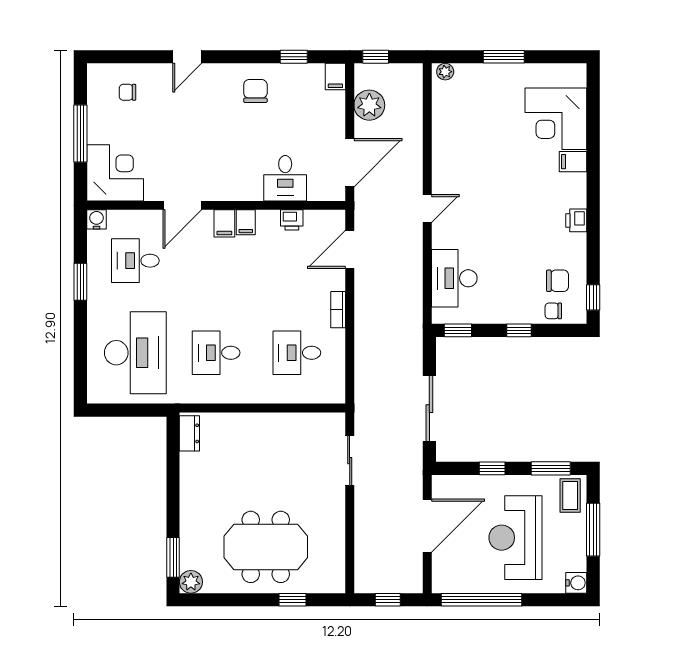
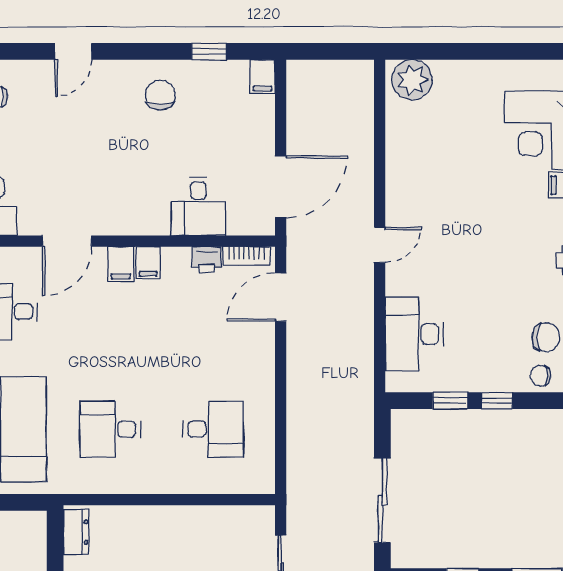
window: (376, 57) -> (314, 51), removed
window: (504, 57) -> (477, 51), removed
plant: (445, 72) -> (412, 80), width x1.88, depth x1.88
plant: (369, 105) -> (306, 113), removed
bookcase: (338, 310) -> (247, 256), moved, turned -90
window: (458, 330) -> (450, 401), moved
desk: (297, 353) -> (213, 429), turned 180

